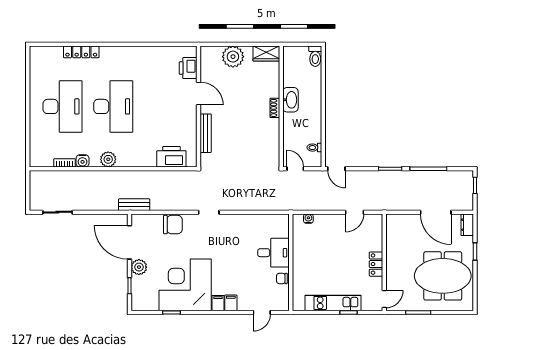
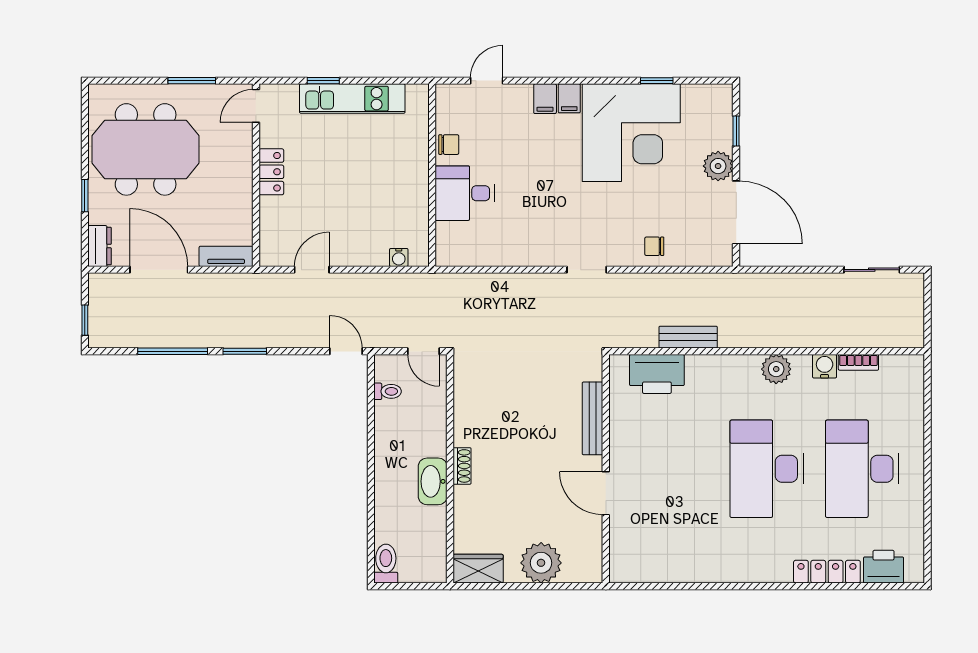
printer: (188, 68) -> (884, 567), moved, turned -90
bench: (134, 205) -> (688, 337), moved
tv unit: (400, 219) -> (226, 256), added
chair: (173, 225) -> (654, 246), width x0.54, depth x0.54

